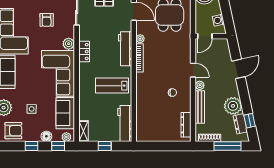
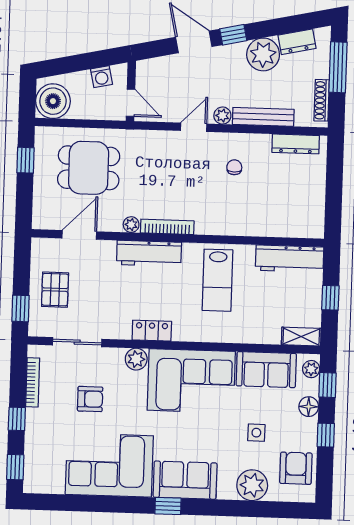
window: (250, 121) -> (233, 35), moved

